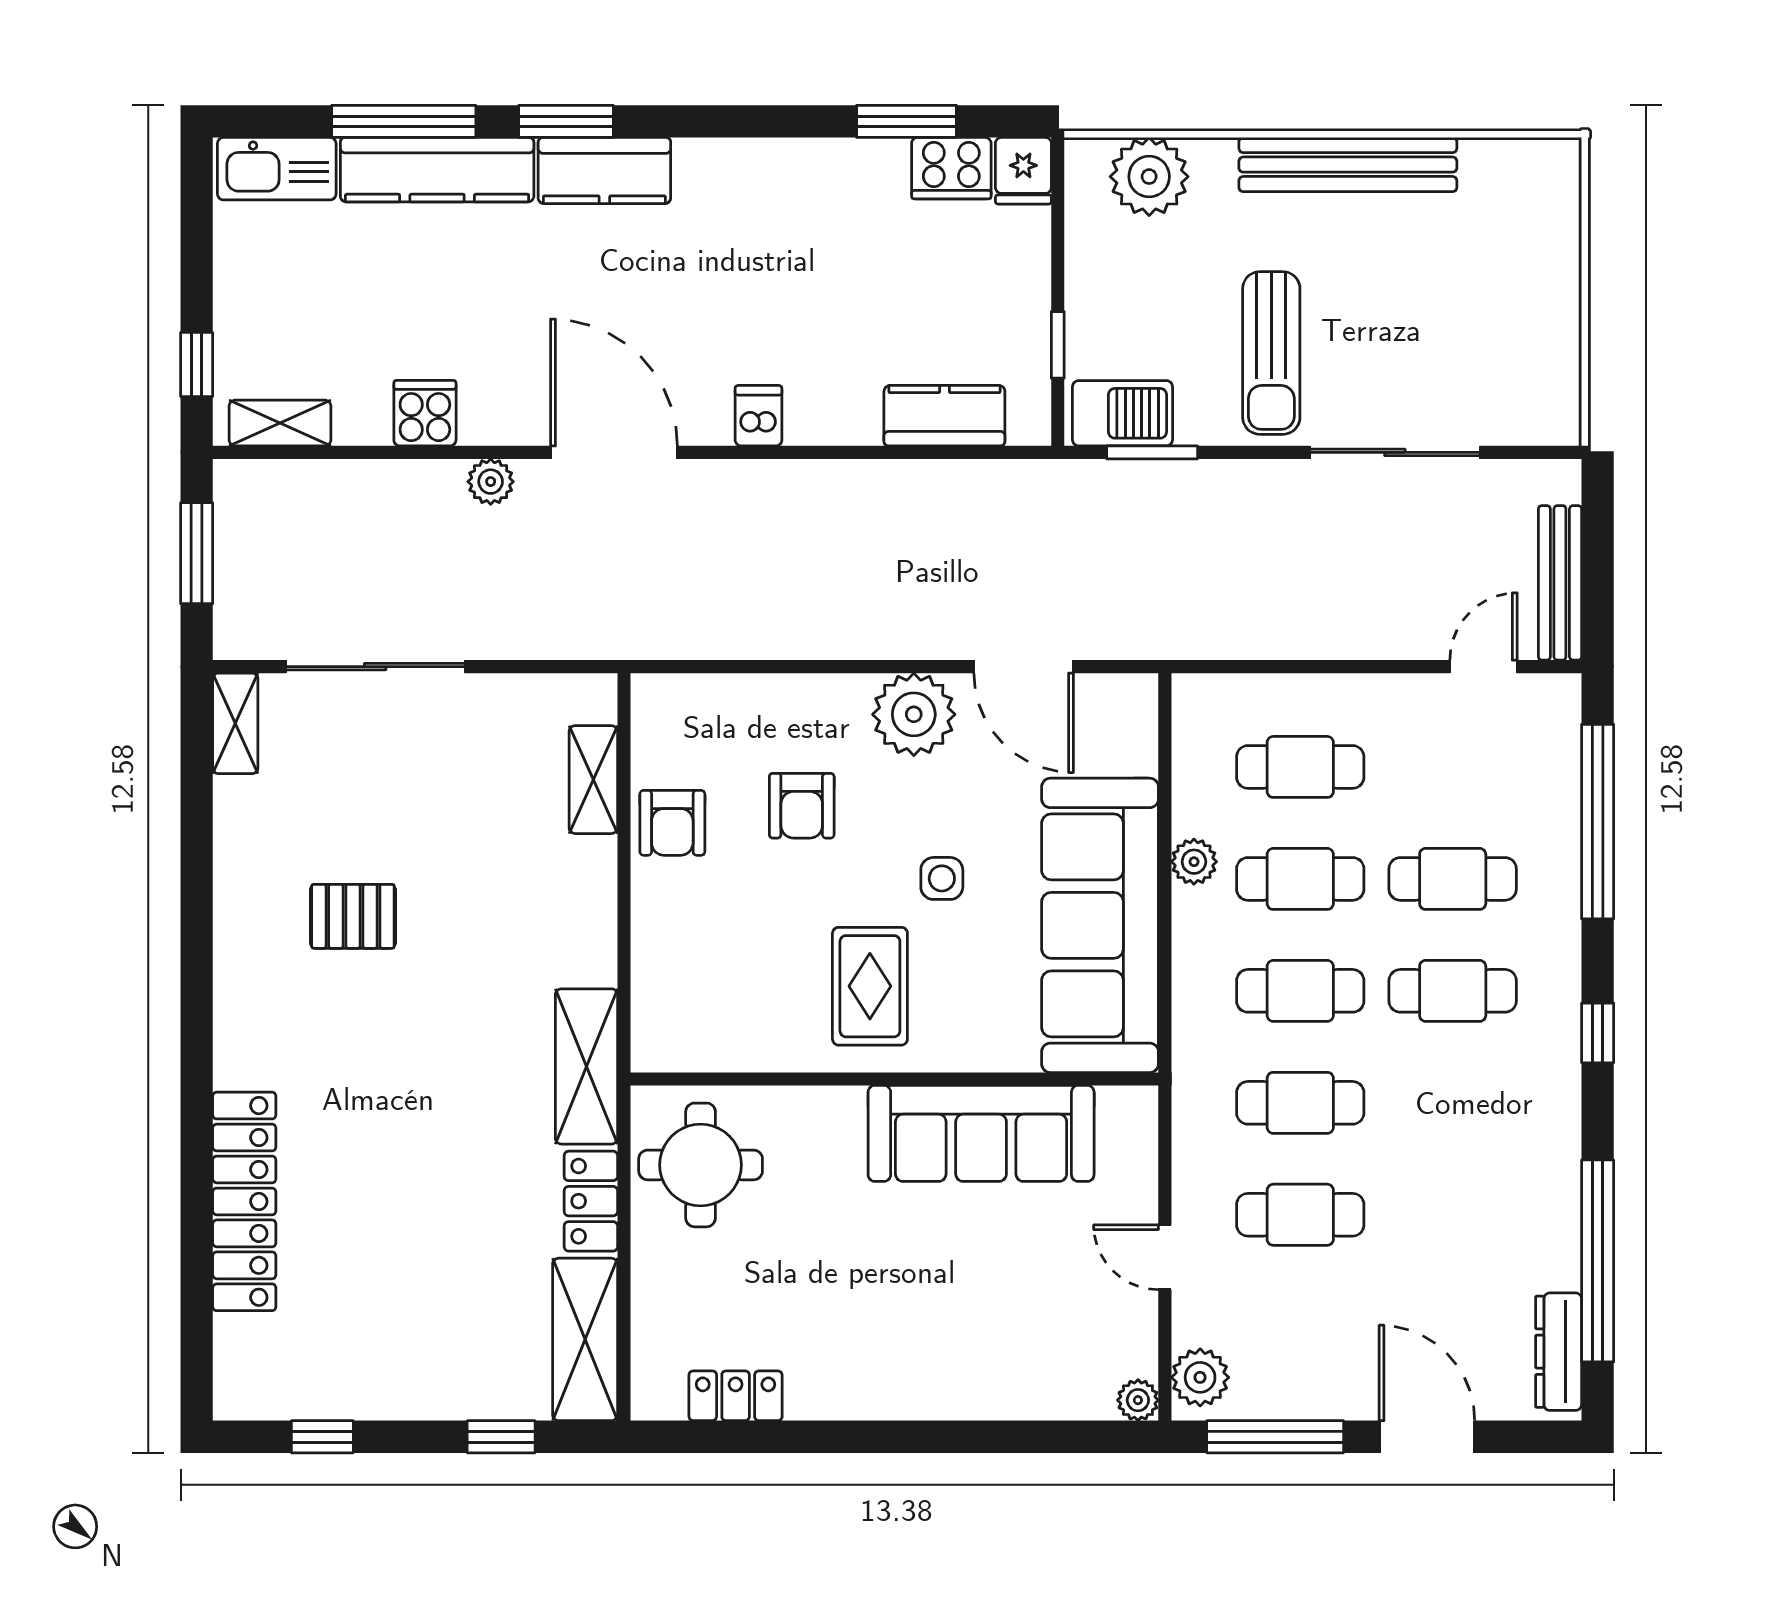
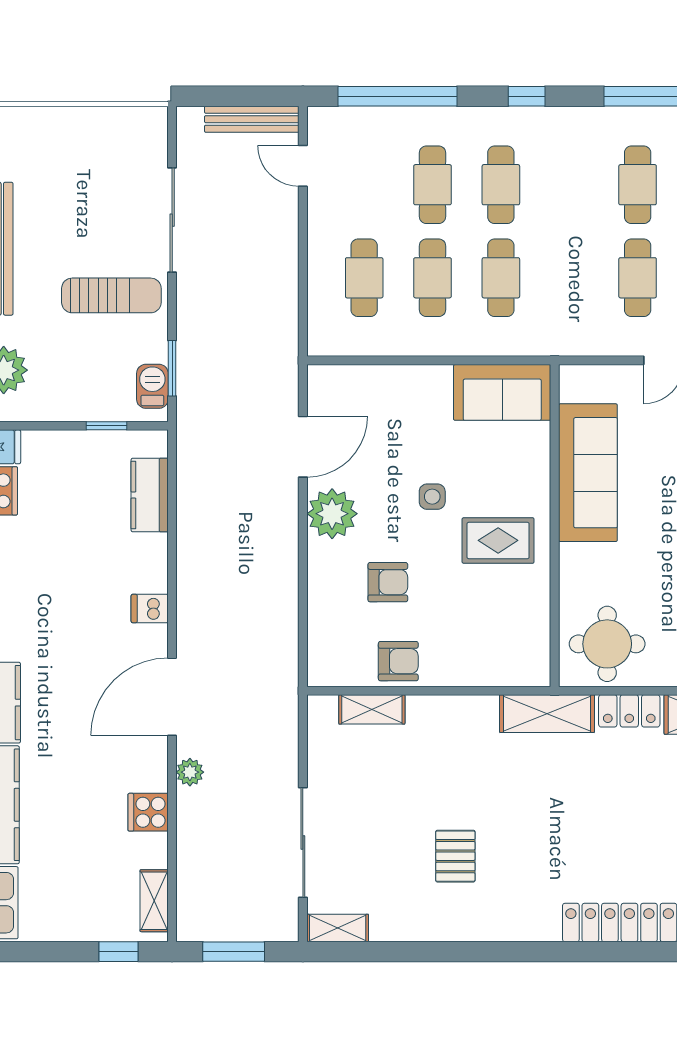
barbecue: (1123, 413) -> (152, 386), width x0.73, depth x0.79
plant: (1194, 862) -> (422, 343), removed
sofa: (1100, 925) -> (502, 392), width x0.54, depth x0.79
cafe table: (1300, 1103) -> (638, 185), moved

